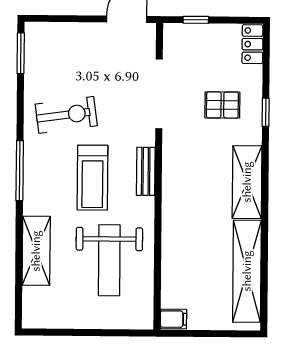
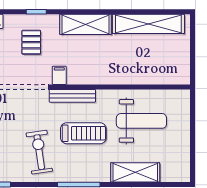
bench: (146, 171) -> (72, 96), width x1.36
filing cabinet: (173, 319) -> (59, 75), moved

